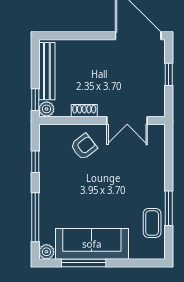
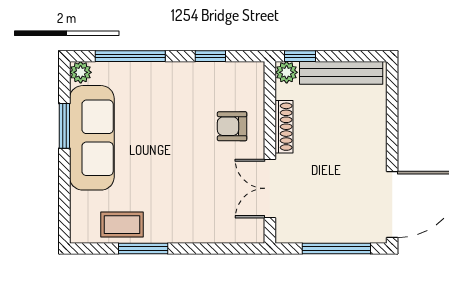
window: (169, 74) -> (336, 249), width x2.17
shoe rack: (84, 111) -> (284, 127), width x1.43
armchair: (84, 147) -> (232, 126), turned 128
window: (84, 263) -> (64, 126), width x0.69

